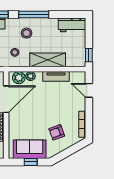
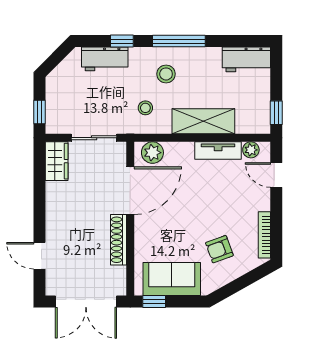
plant: (31, 76) -> (251, 150), moved
window: (31, 162) -> (154, 301), moved

